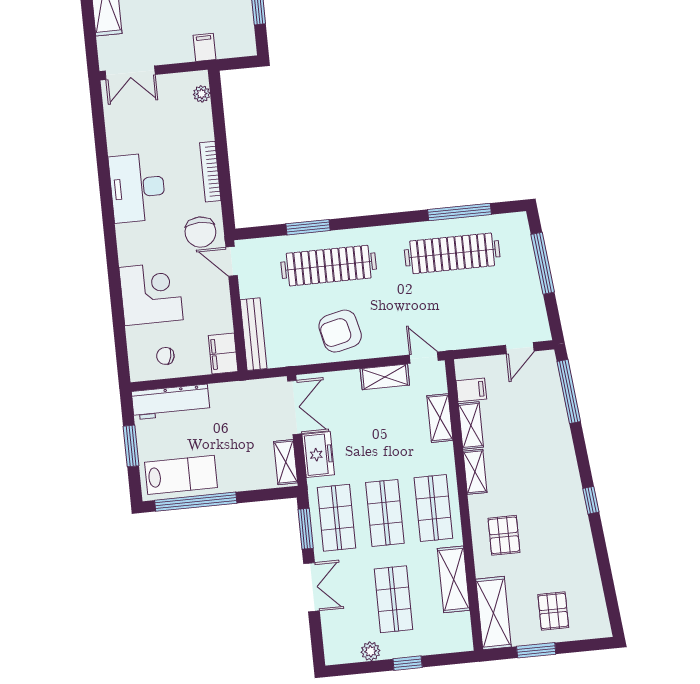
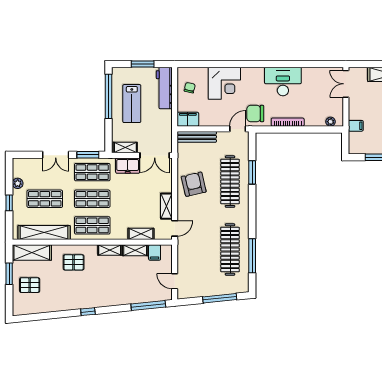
lab bench: (181, 475) -> (132, 104), moved
shelving: (454, 579) -> (44, 233), width x1.47

